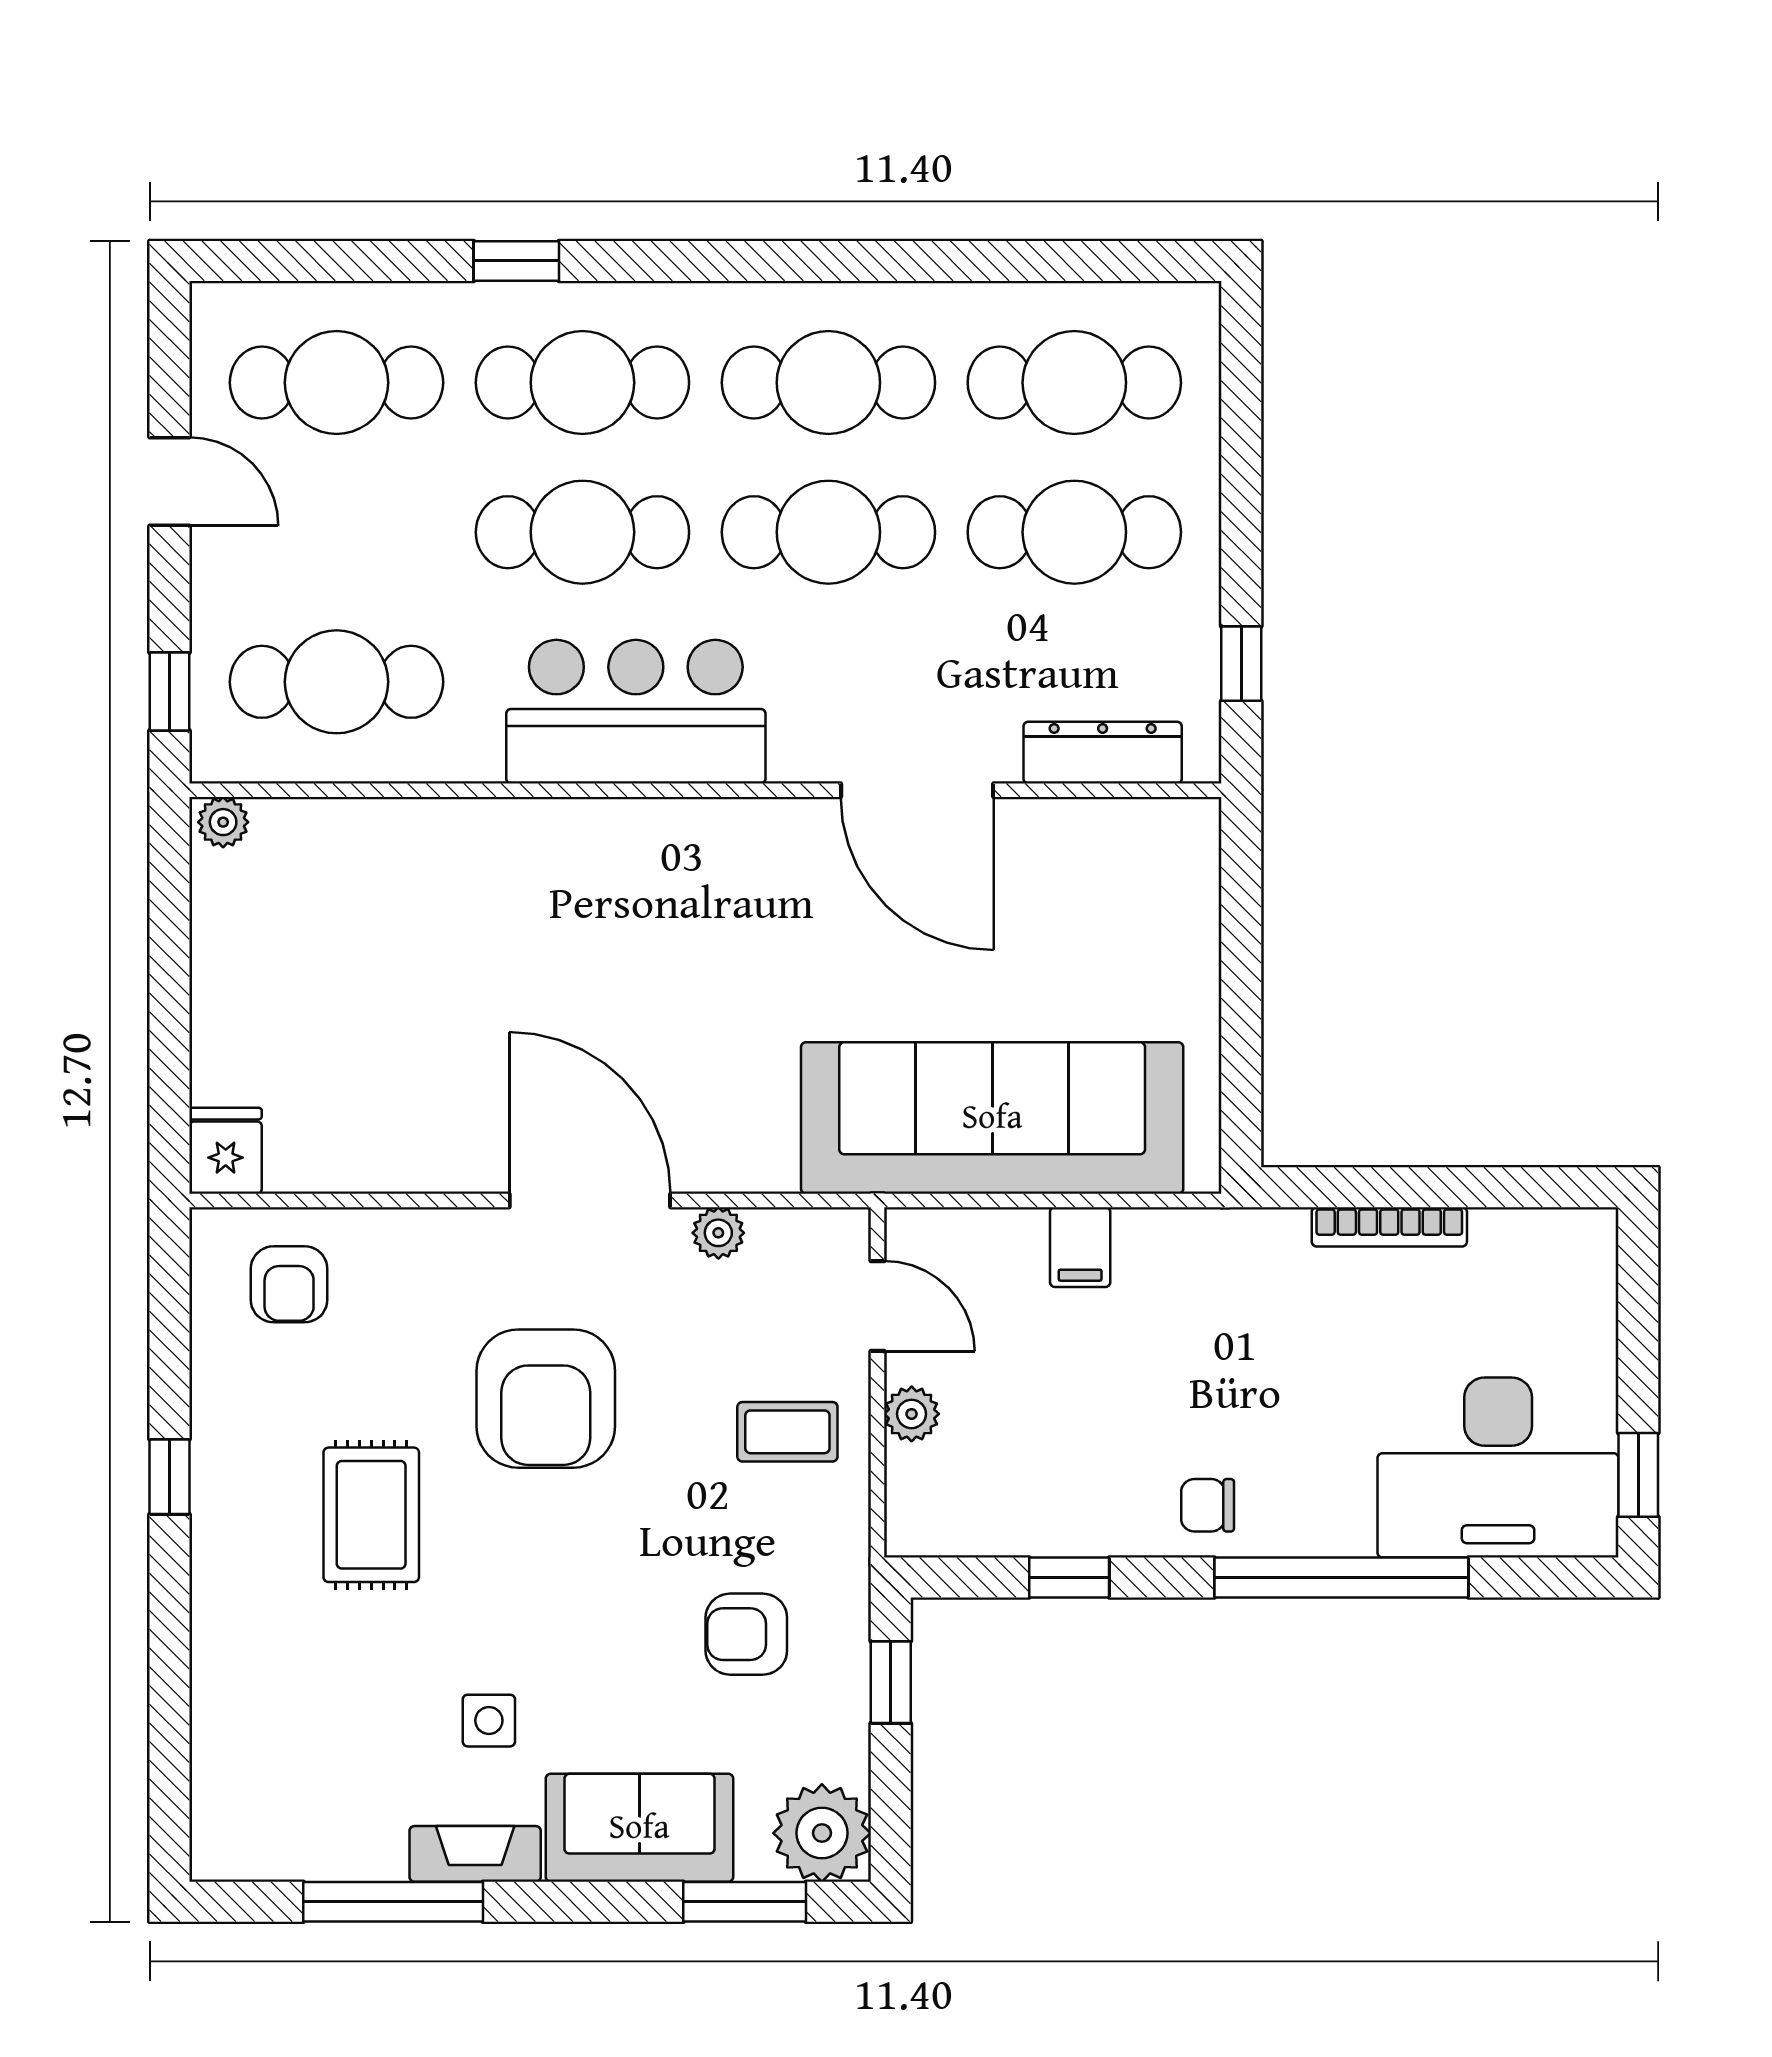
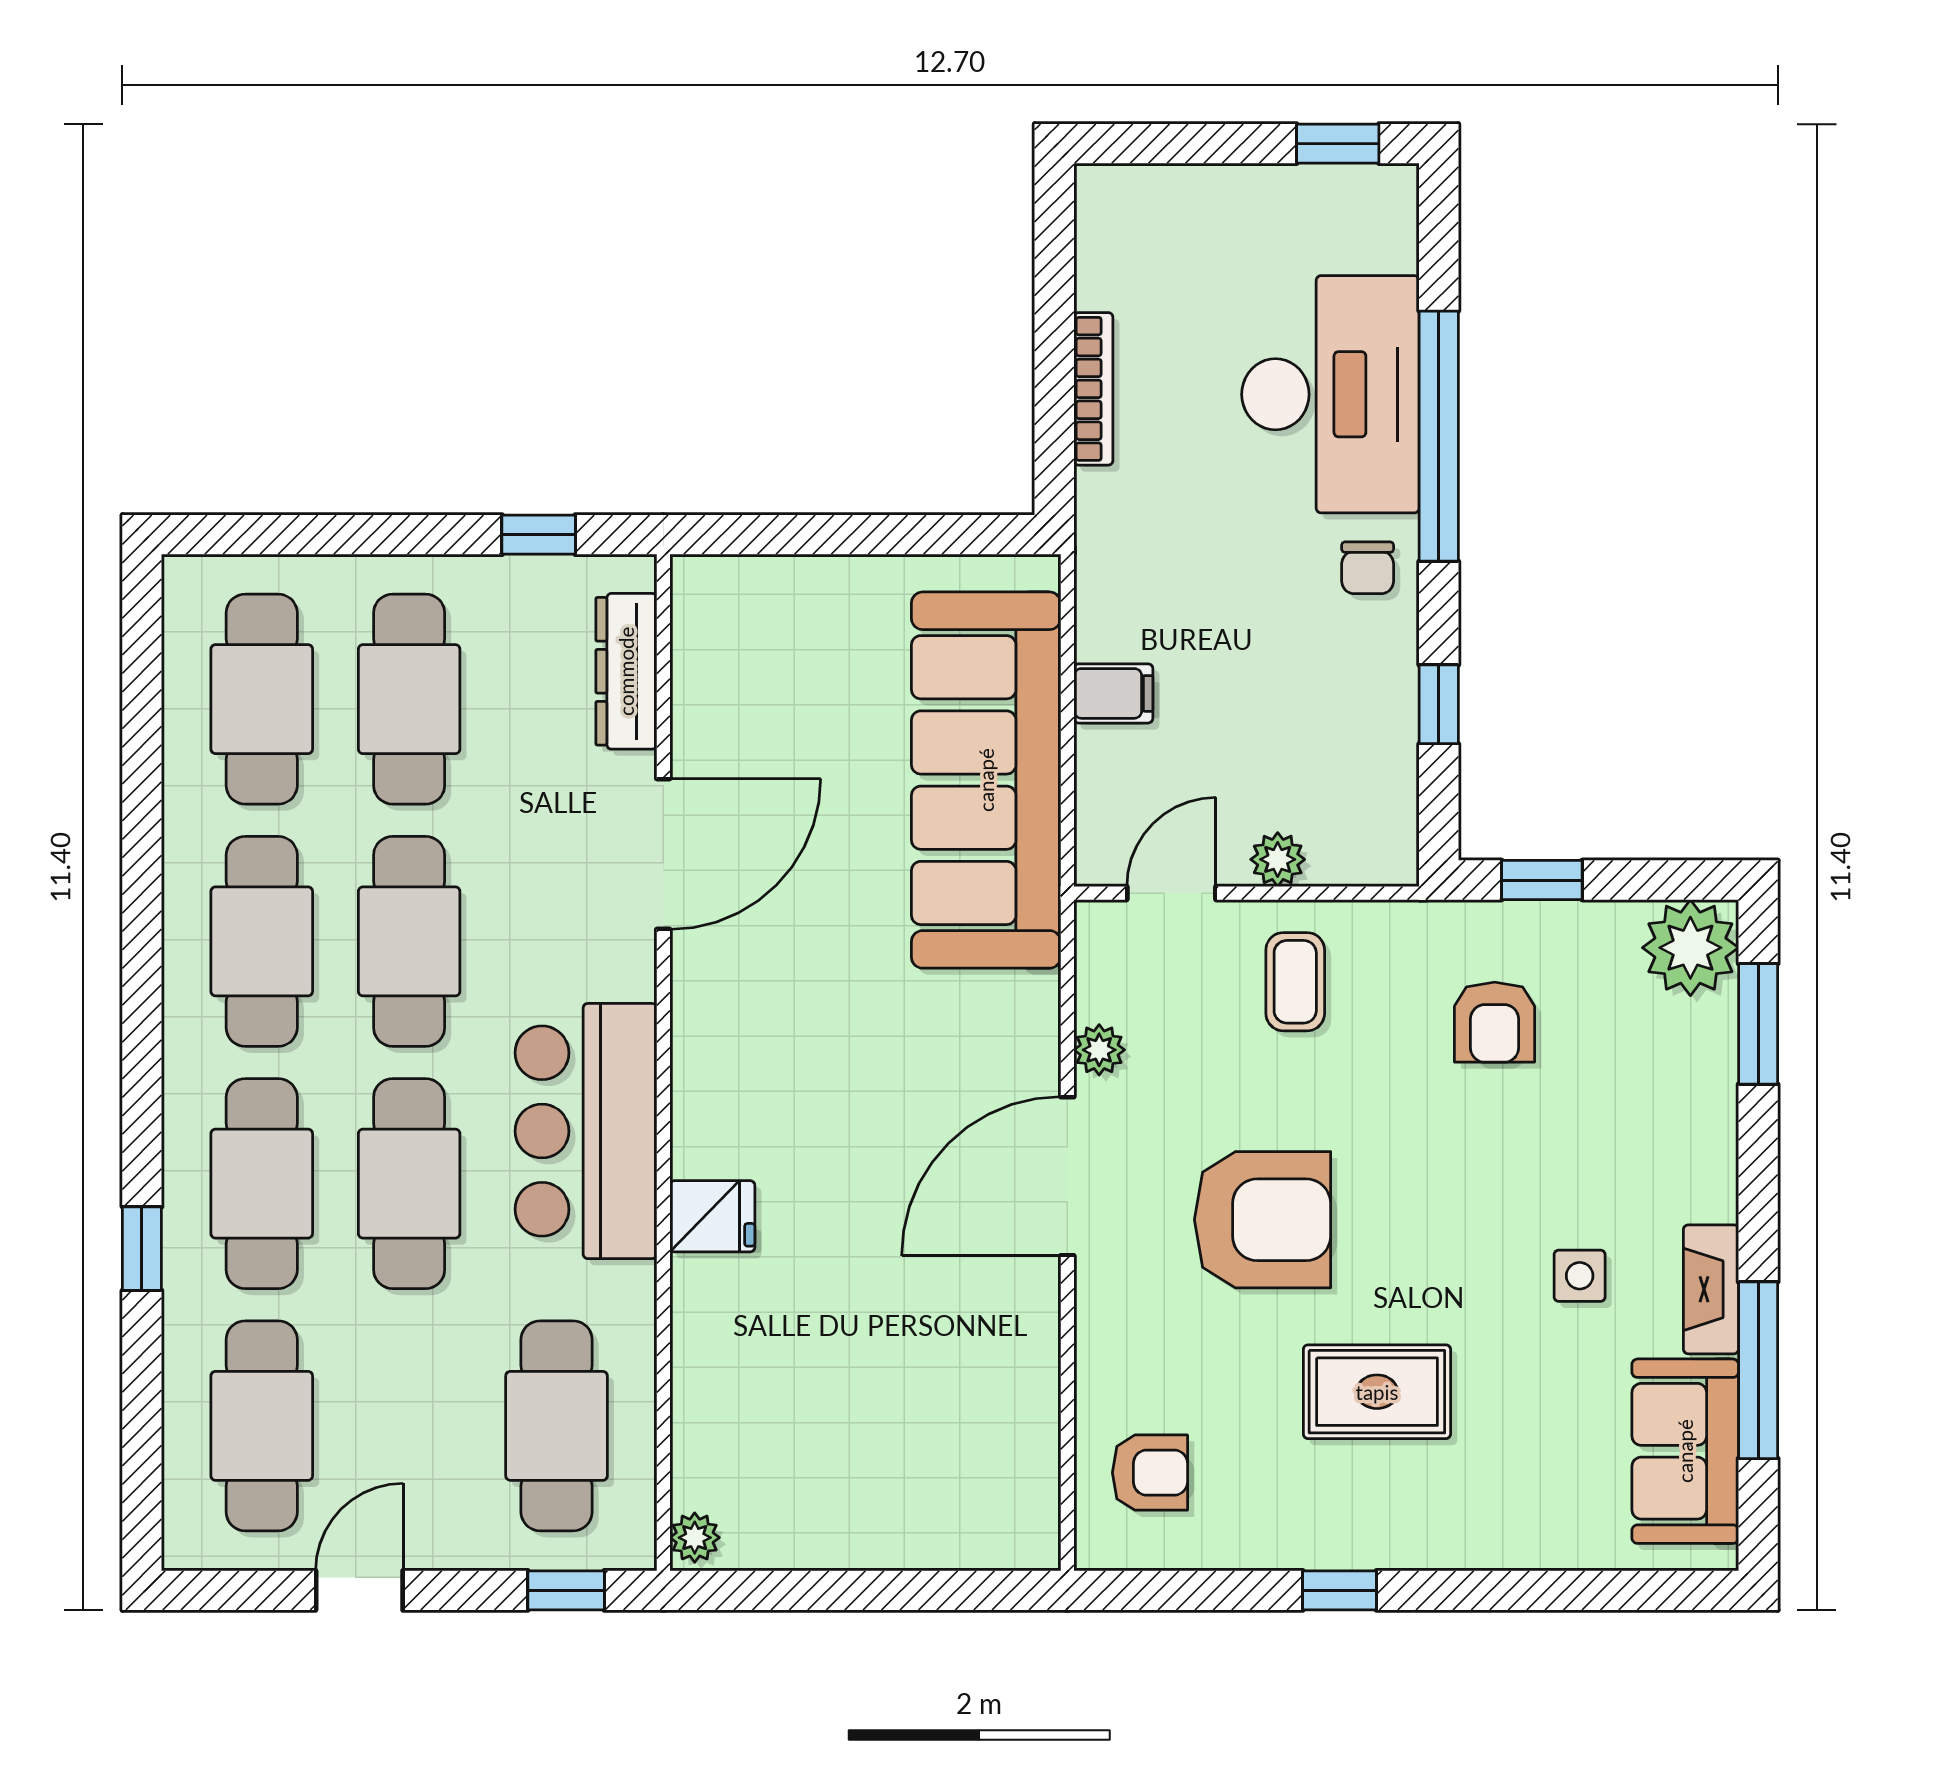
fridge: (226, 1151) -> (712, 1216), moved, turned 180
desk: (1498, 1468) -> (1330, 394), moved
sofa: (639, 1828) -> (1685, 1451), moved

